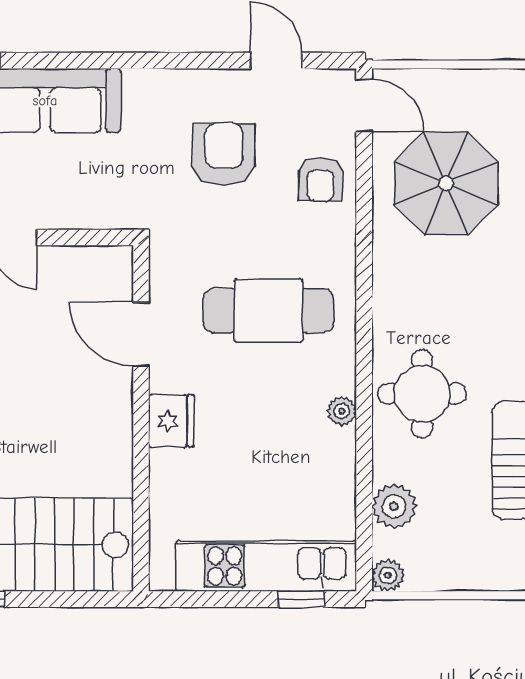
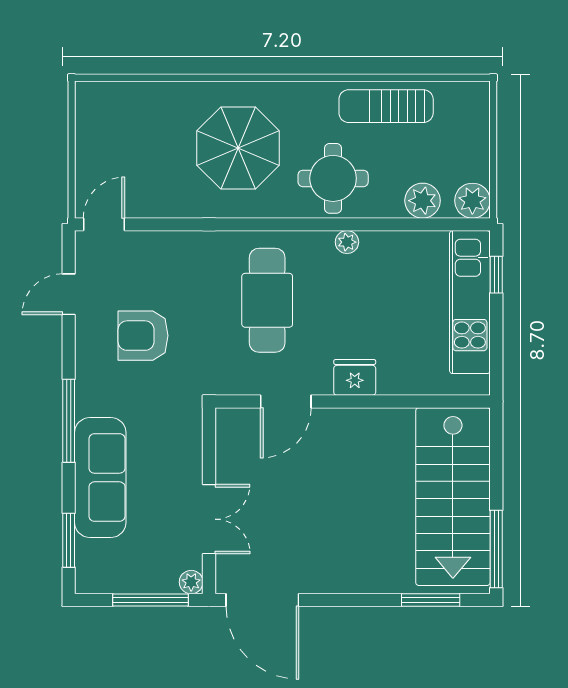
window: (117, 61) -> (69, 421), added
armchair: (321, 179) -> (163, 259), removed
parasol: (446, 183) -> (238, 148), moved
plant: (388, 575) -> (472, 201), width x1.38, depth x1.38

